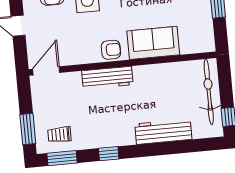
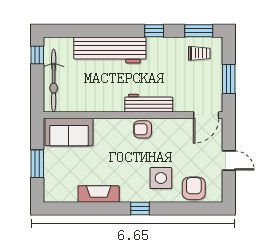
sofa: (153, 43) -> (69, 132), moved
window: (28, 129) -> (229, 79), moved
workbench: (163, 132) -> (110, 50), width x1.36, depth x1.32

